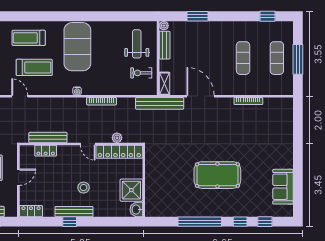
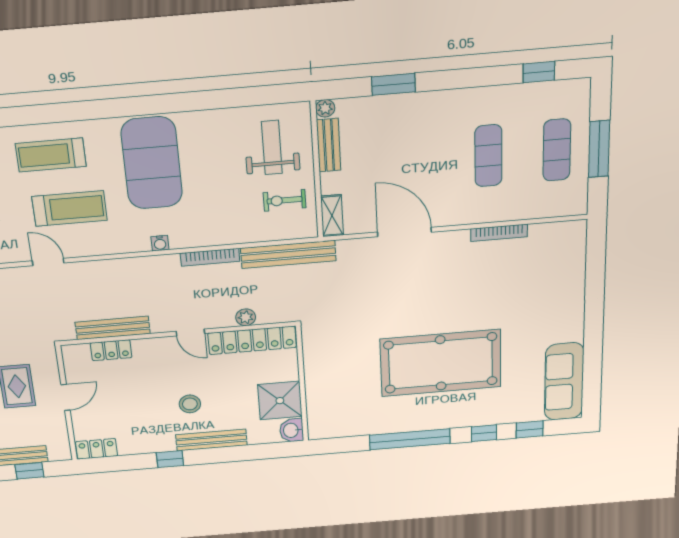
bench: (160, 103) -> (288, 254), moved
pool table: (217, 175) -> (441, 363), width x1.36, depth x1.32
sofa: (283, 187) -> (564, 382), width x1.36
bench: (74, 212) -> (211, 440), moved

